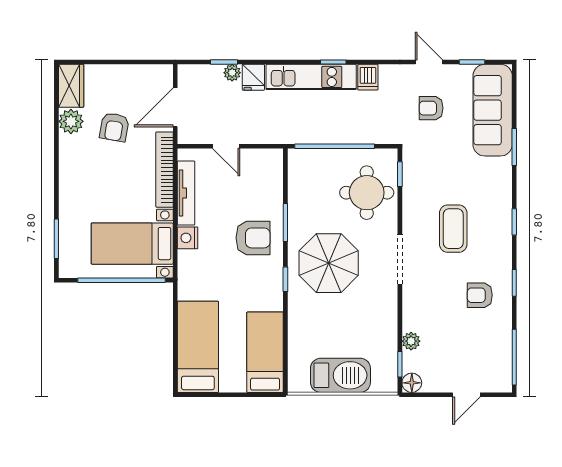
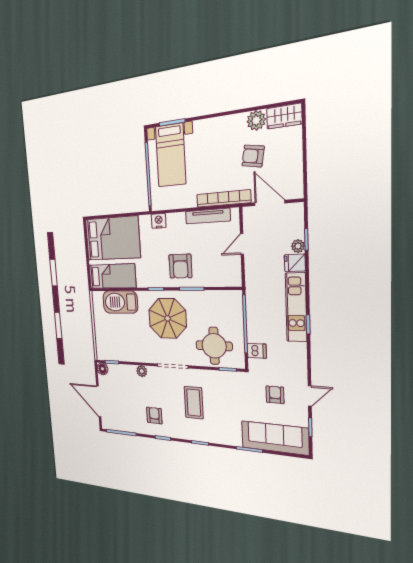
dishwasher: (368, 77) -> (257, 351), moved, turned 180
coffee table: (453, 229) -> (194, 403), turned 90
nightstand: (188, 238) -> (159, 221), moved
bed with nightstands: (132, 244) -> (171, 155), moved, turned 180
plant: (411, 341) -> (142, 371), moved
bed: (198, 347) -> (113, 238), width x1.50
barbecue: (340, 375) -> (120, 302), moved, turned 90
door: (466, 395) -> (99, 401), width x1.88

